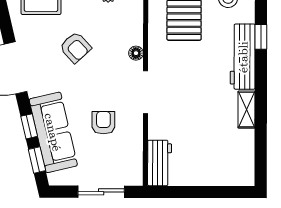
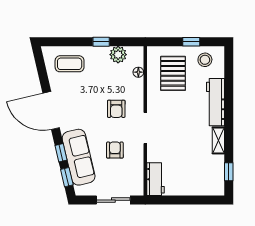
window: (261, 37) -> (229, 172), moved
armchair: (75, 47) -> (116, 109), moved, turned 43
floor lamp: (136, 53) -> (138, 72), moved

